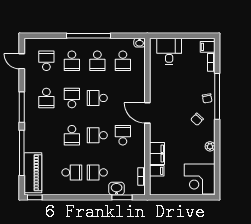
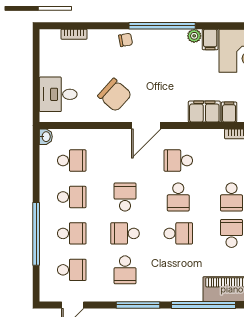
window: (88, 36) -> (36, 234), moved
filing cabinet: (208, 47) -> (210, 39), moved
school desk: (46, 61) -> (72, 270), turned 180
window: (217, 96) -> (162, 26), moved
school desk: (46, 98) -> (125, 270), turned 90
school desk: (97, 98) -> (125, 197), turned 180
chair: (197, 119) -> (115, 95), moved, width x1.87, depth x1.87

